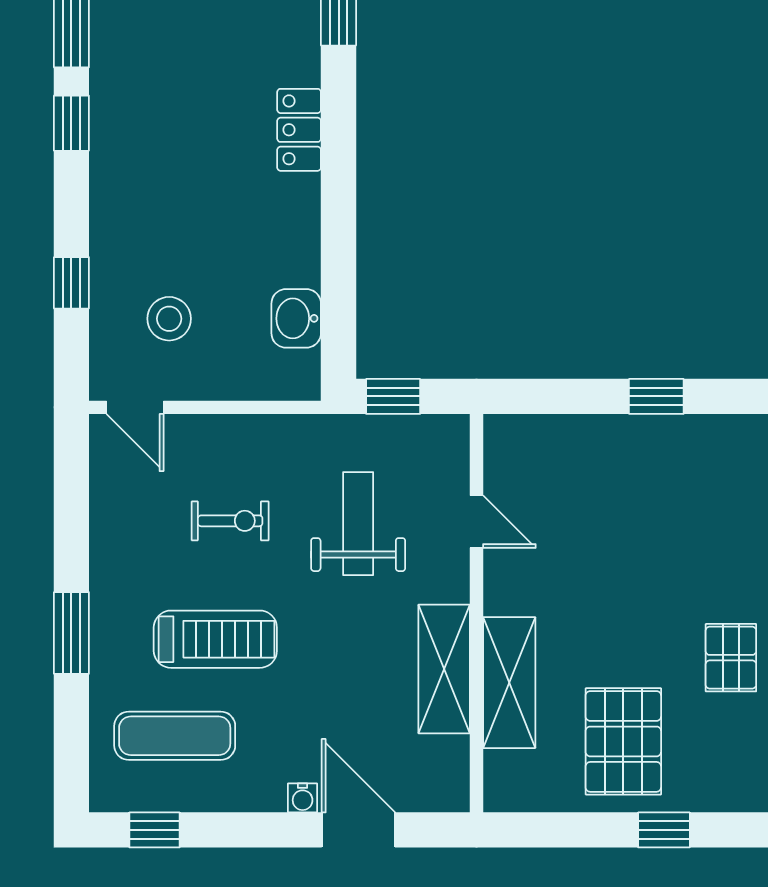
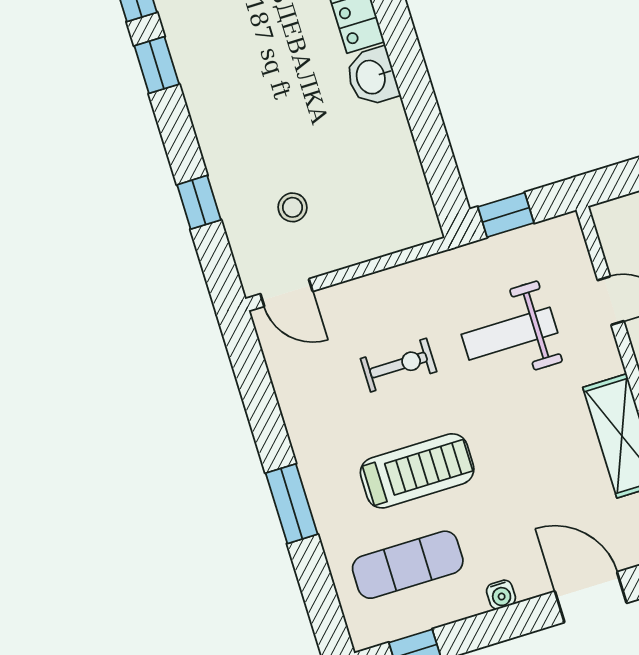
washbasin: (296, 318) -> (372, 77), moved
stool: (169, 319) -> (292, 207), width x0.73, depth x0.73
weight bench: (358, 524) -> (509, 334), turned -90
water cooler: (303, 798) -> (501, 595), moved

